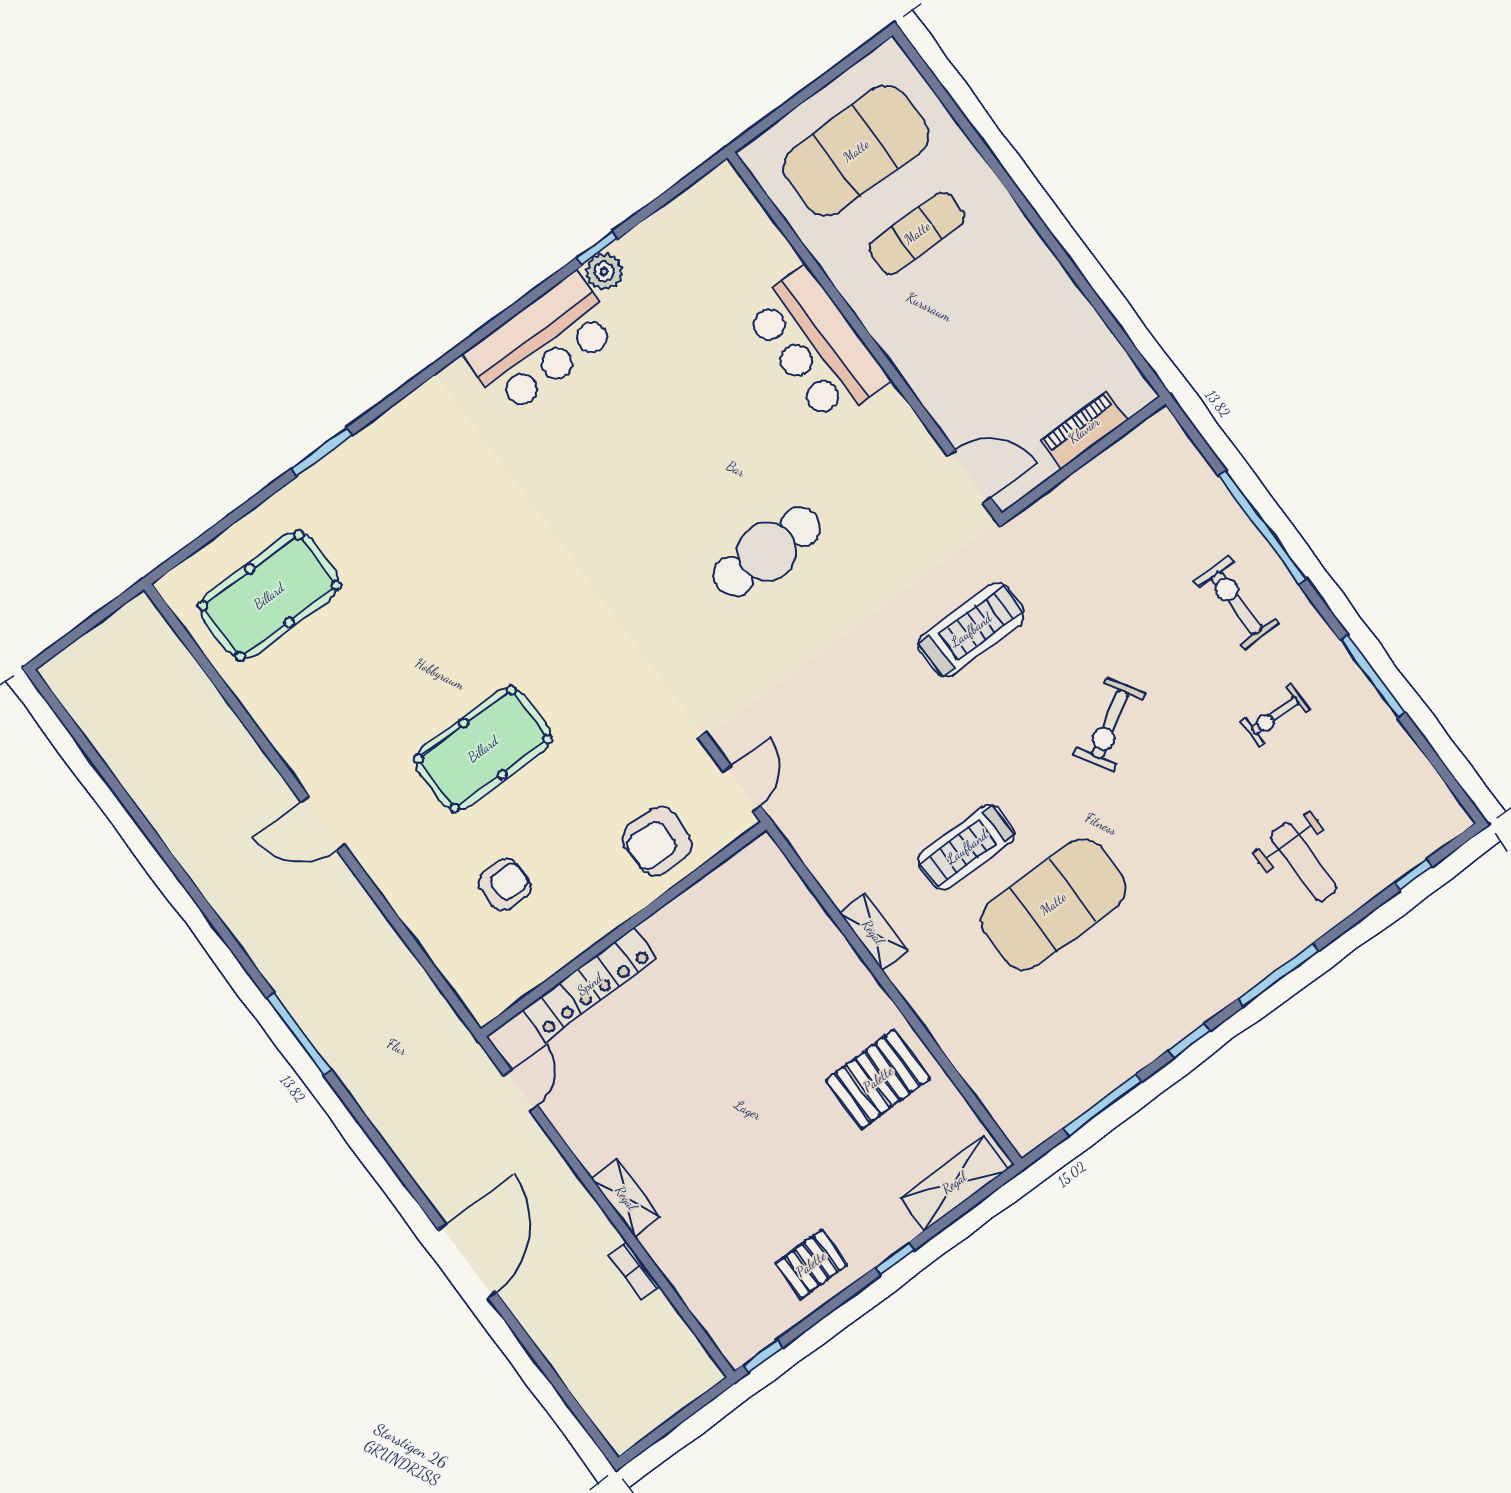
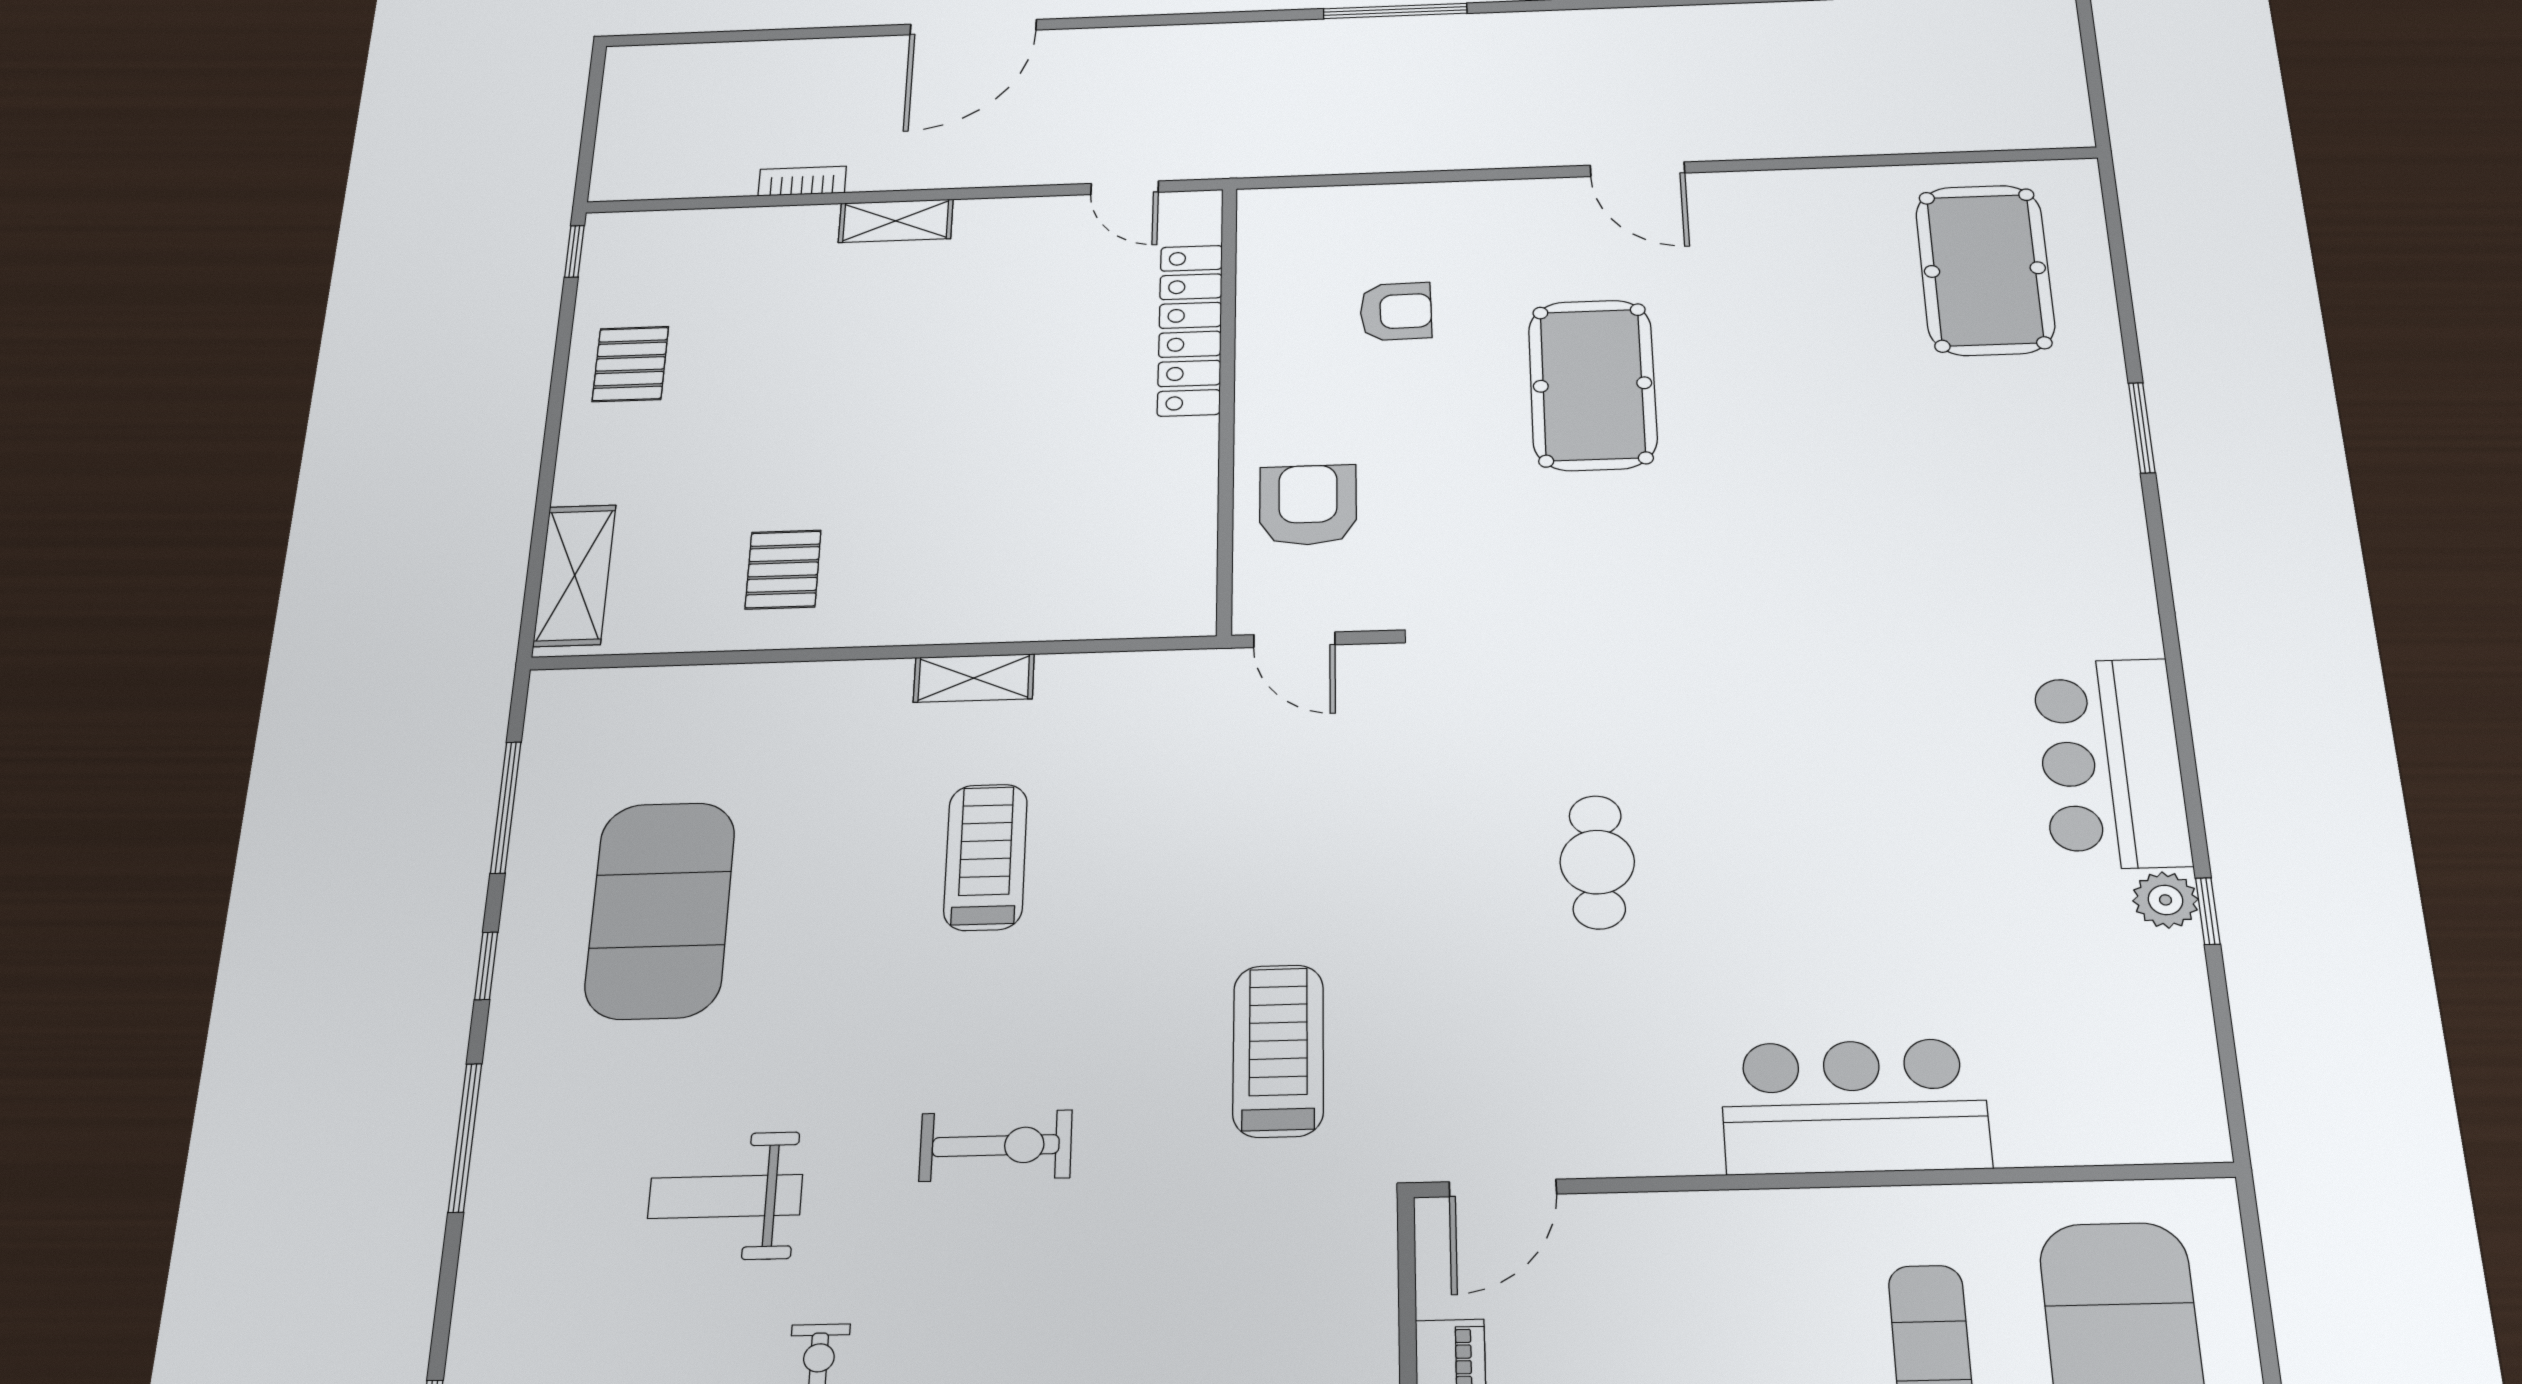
cafe table: (767, 552) -> (1597, 862), width x0.73, depth x0.74
treadmill: (971, 630) -> (1278, 1050), turned 180
exercise bike: (1110, 724) -> (996, 1146), turned 121
door: (323, 823) -> (1637, 169), swing flipped
weight bench: (1304, 862) -> (725, 1196), moved
armchair: (505, 885) -> (1396, 311), turned -91
exercise mat: (1053, 904) -> (660, 910), moved
pallet: (878, 1079) -> (783, 569), width x0.67, depth x0.71
window: (895, 1259) -> (549, 455), removed
door: (467, 1261) -> (973, 27), hinge flipped

